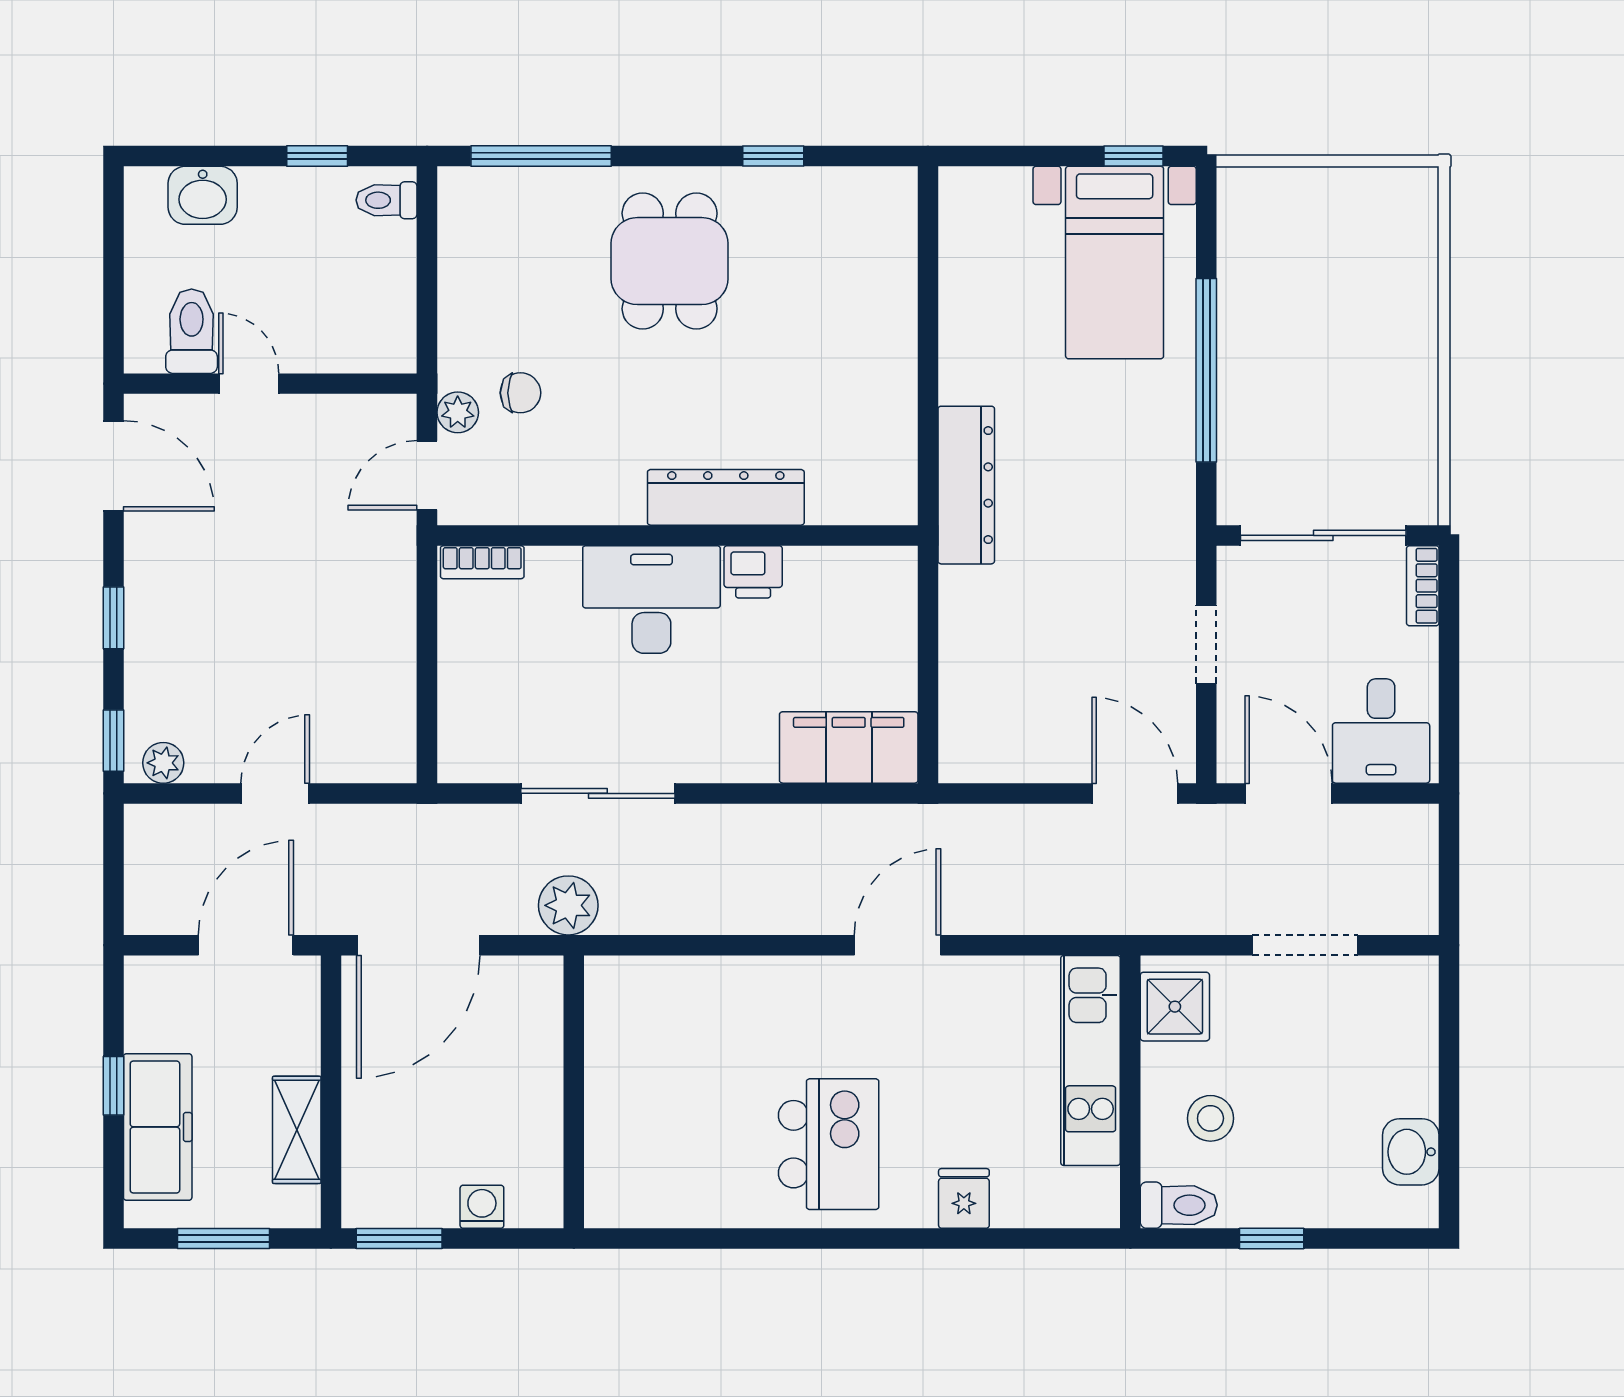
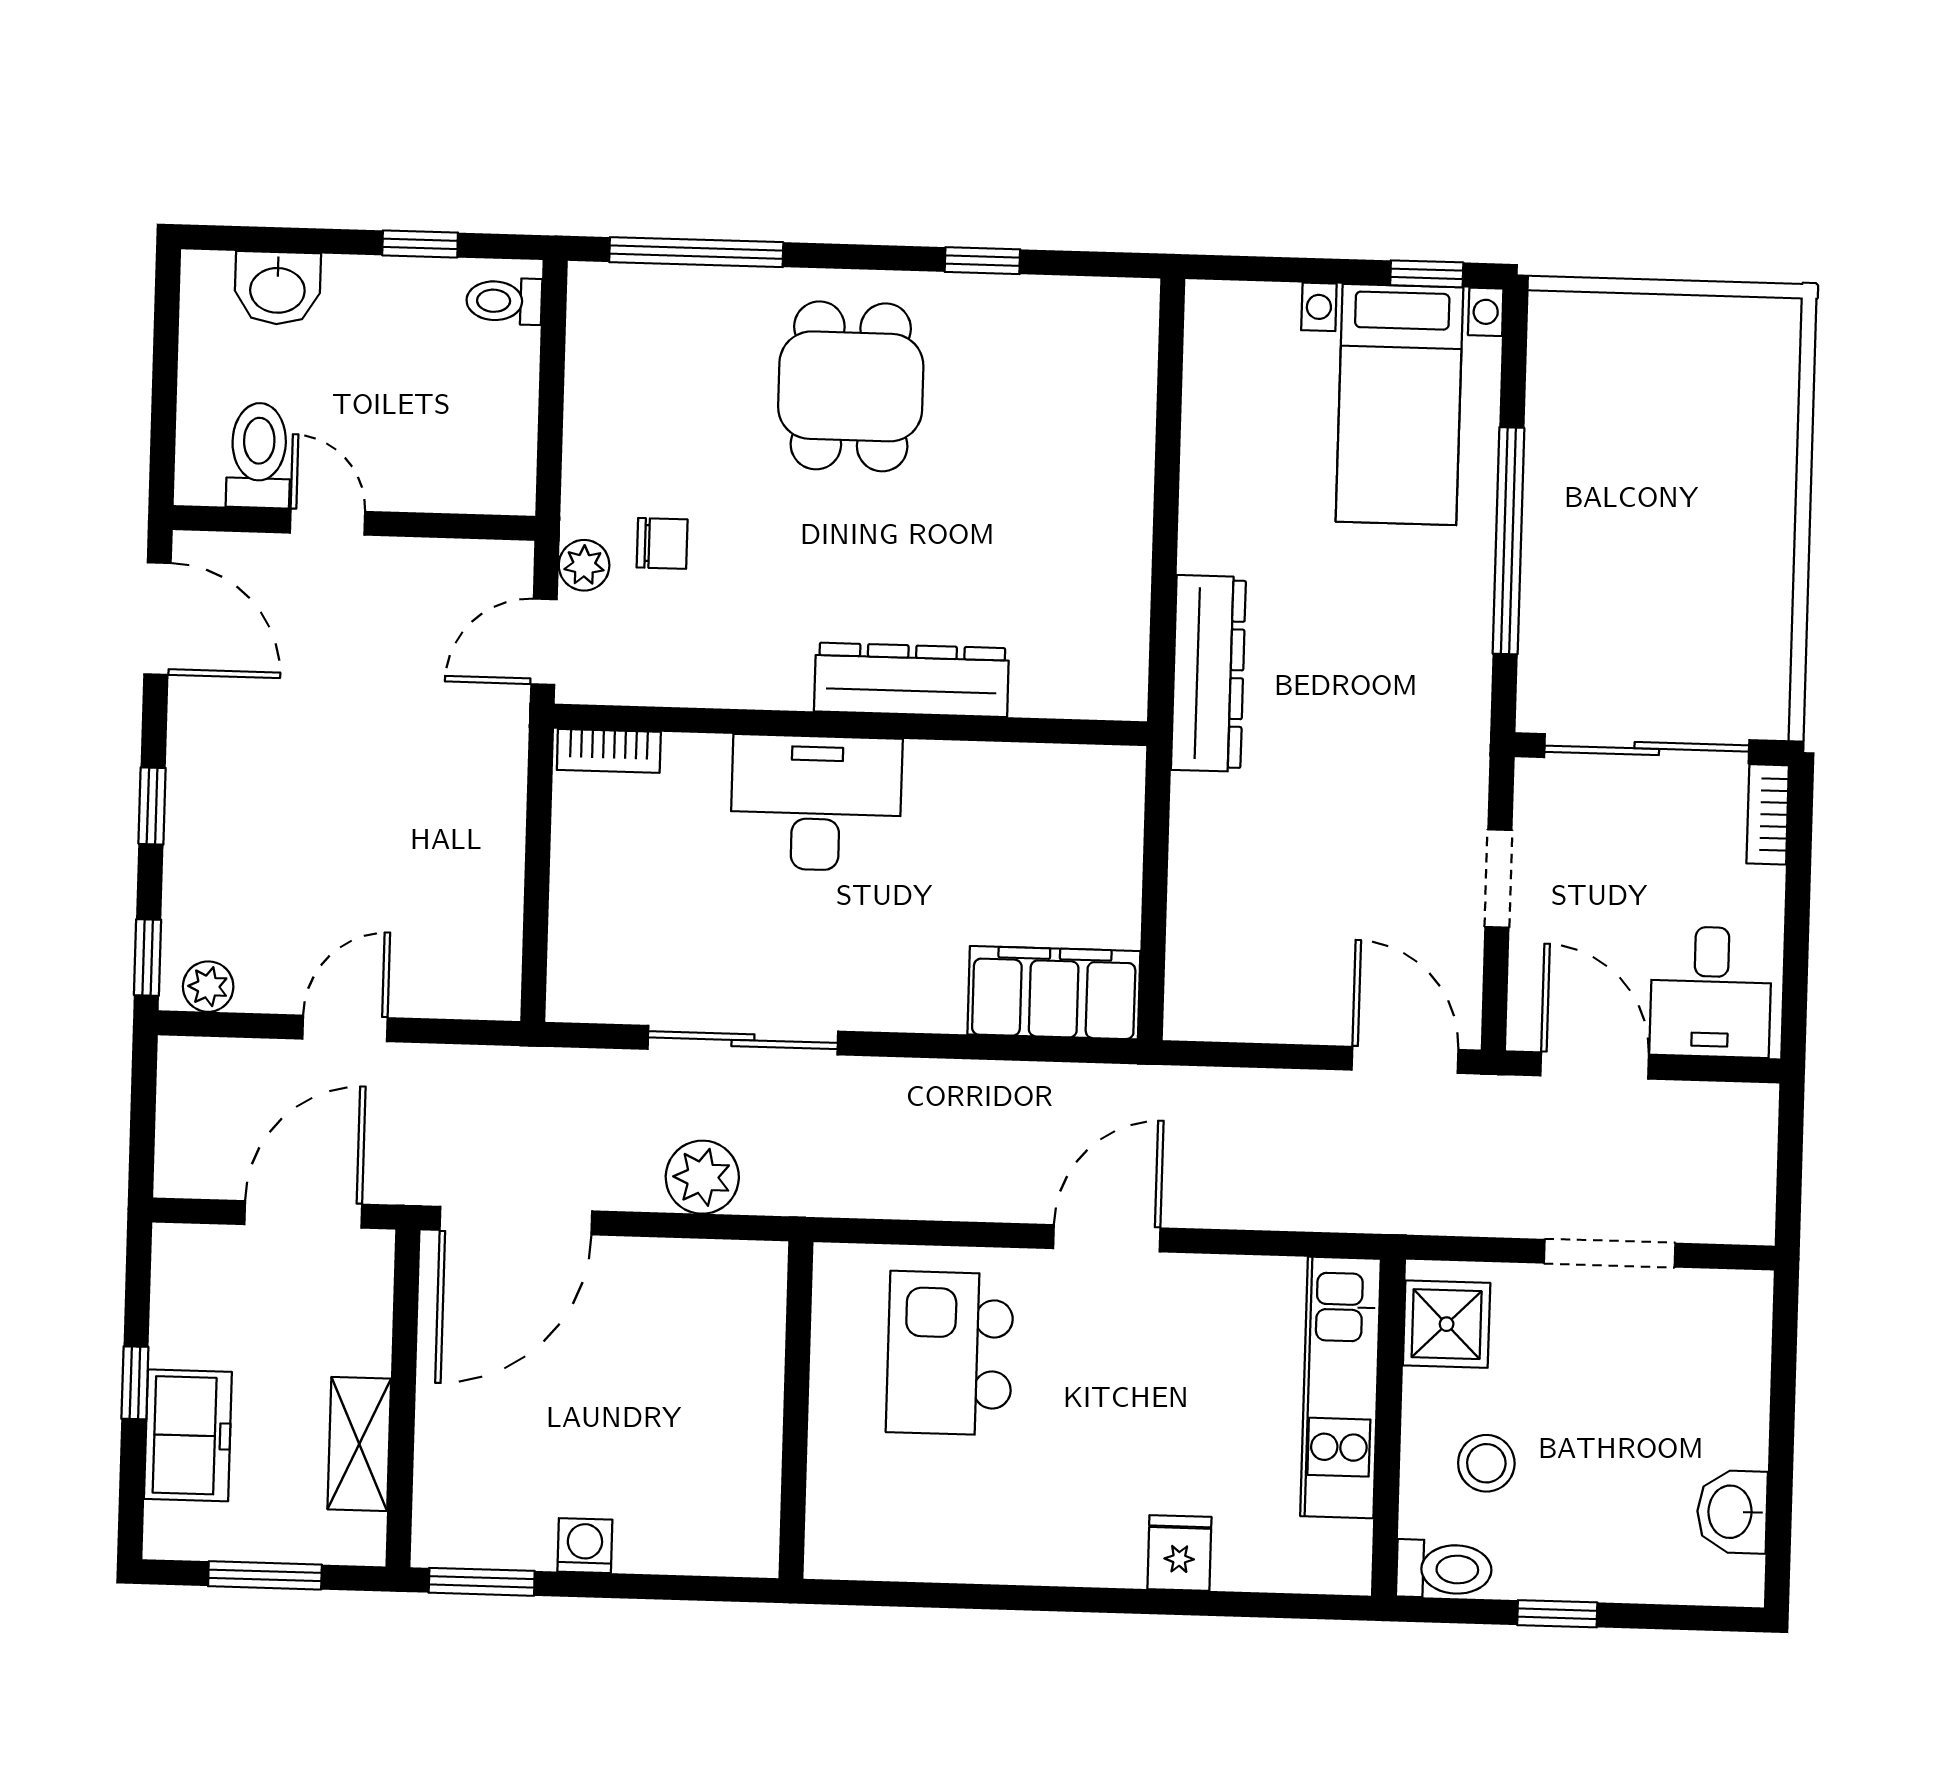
printer: (753, 572) -> (942, 773), removed
wall: (574, 1092) -> (796, 1410), moved
freezer: (158, 1127) -> (188, 1435), width x0.71
kitchen island: (829, 1144) -> (950, 1353), moved, turned 180

